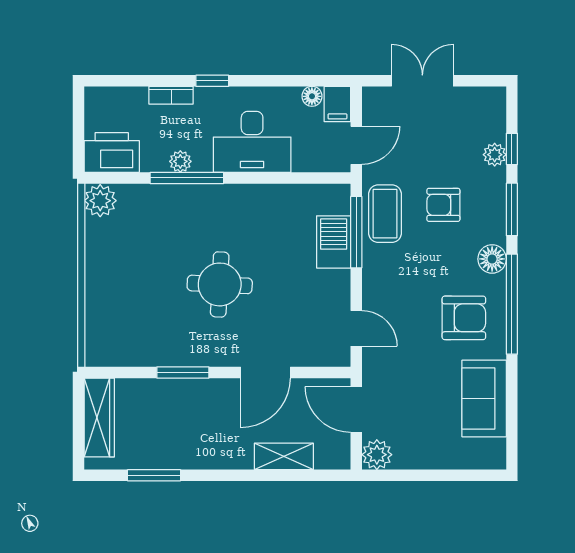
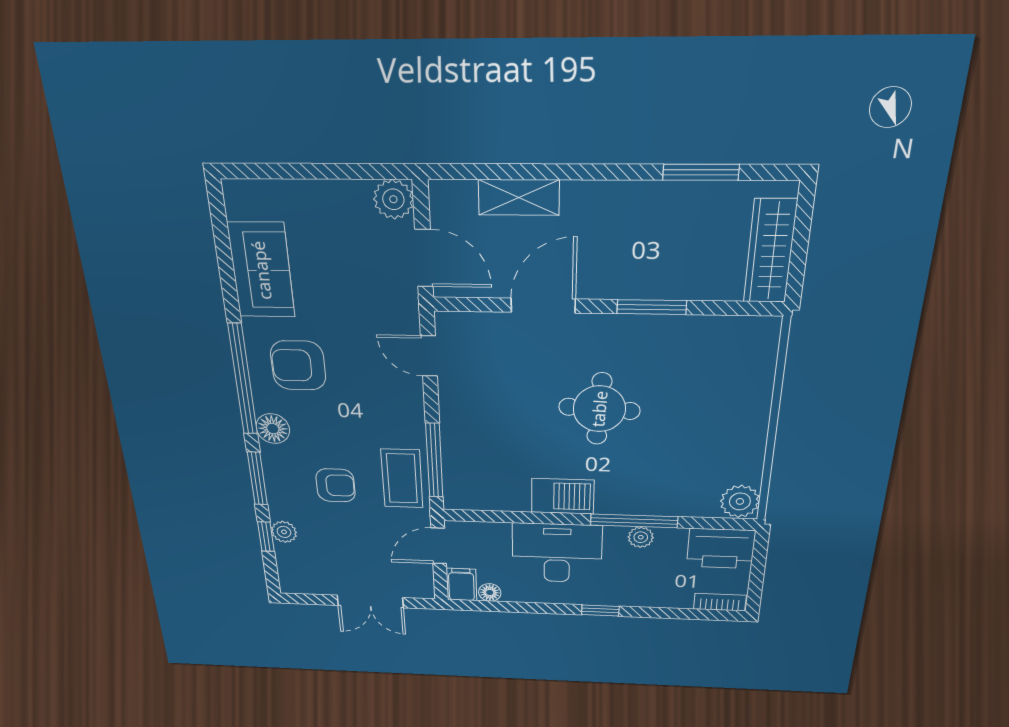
bookcase: (171, 95) -> (720, 602), moved
barbecue: (334, 242) -> (563, 496), moved, turned -90

